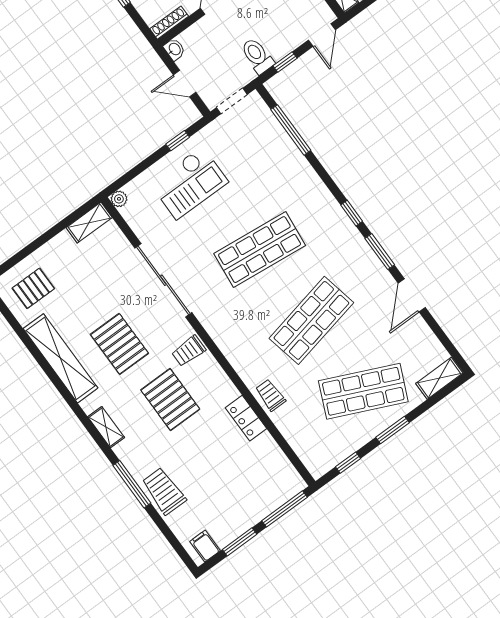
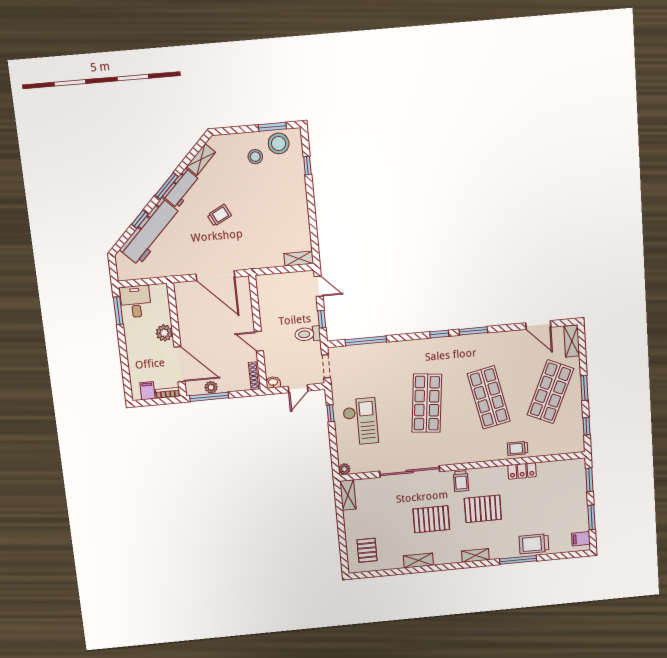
door: (412, 295) -> (538, 325), moved
shelving: (61, 358) -> (418, 560), width x0.45, depth x0.75
window: (285, 509) -> (589, 480), width x0.69

